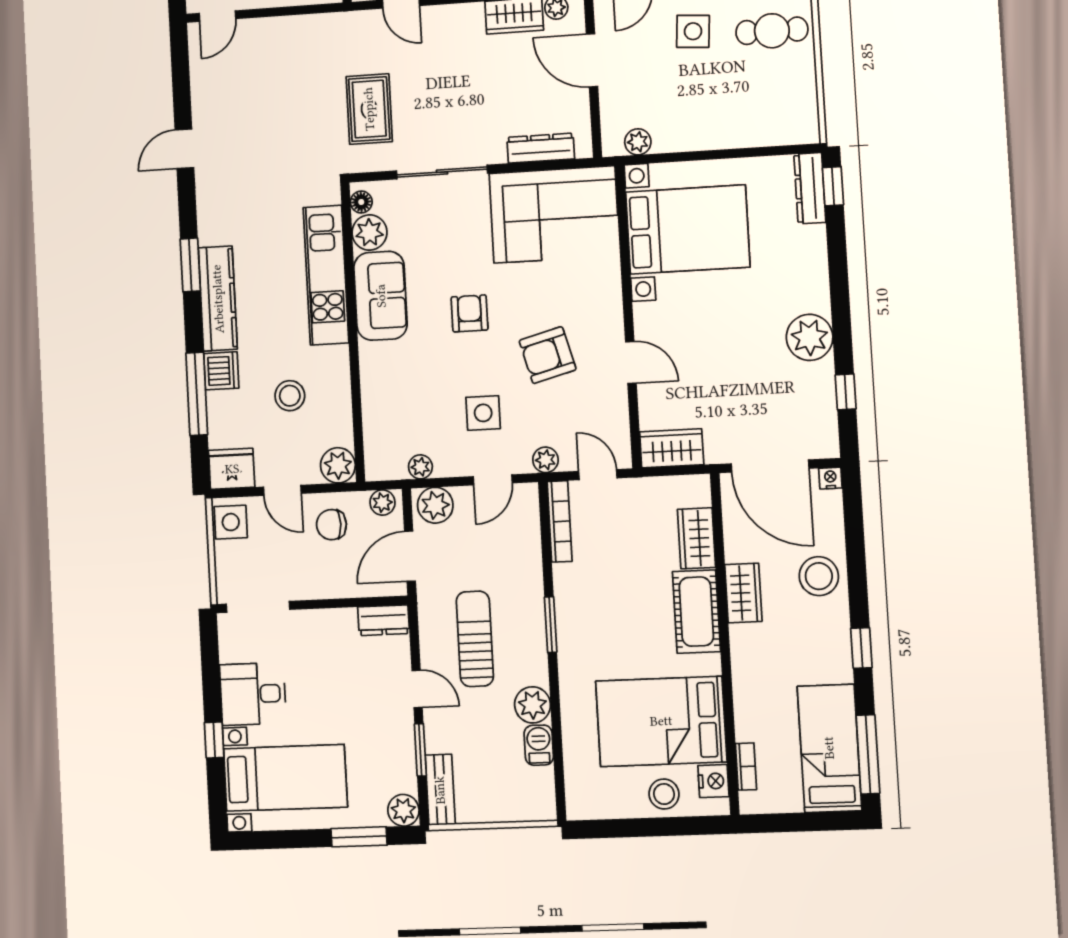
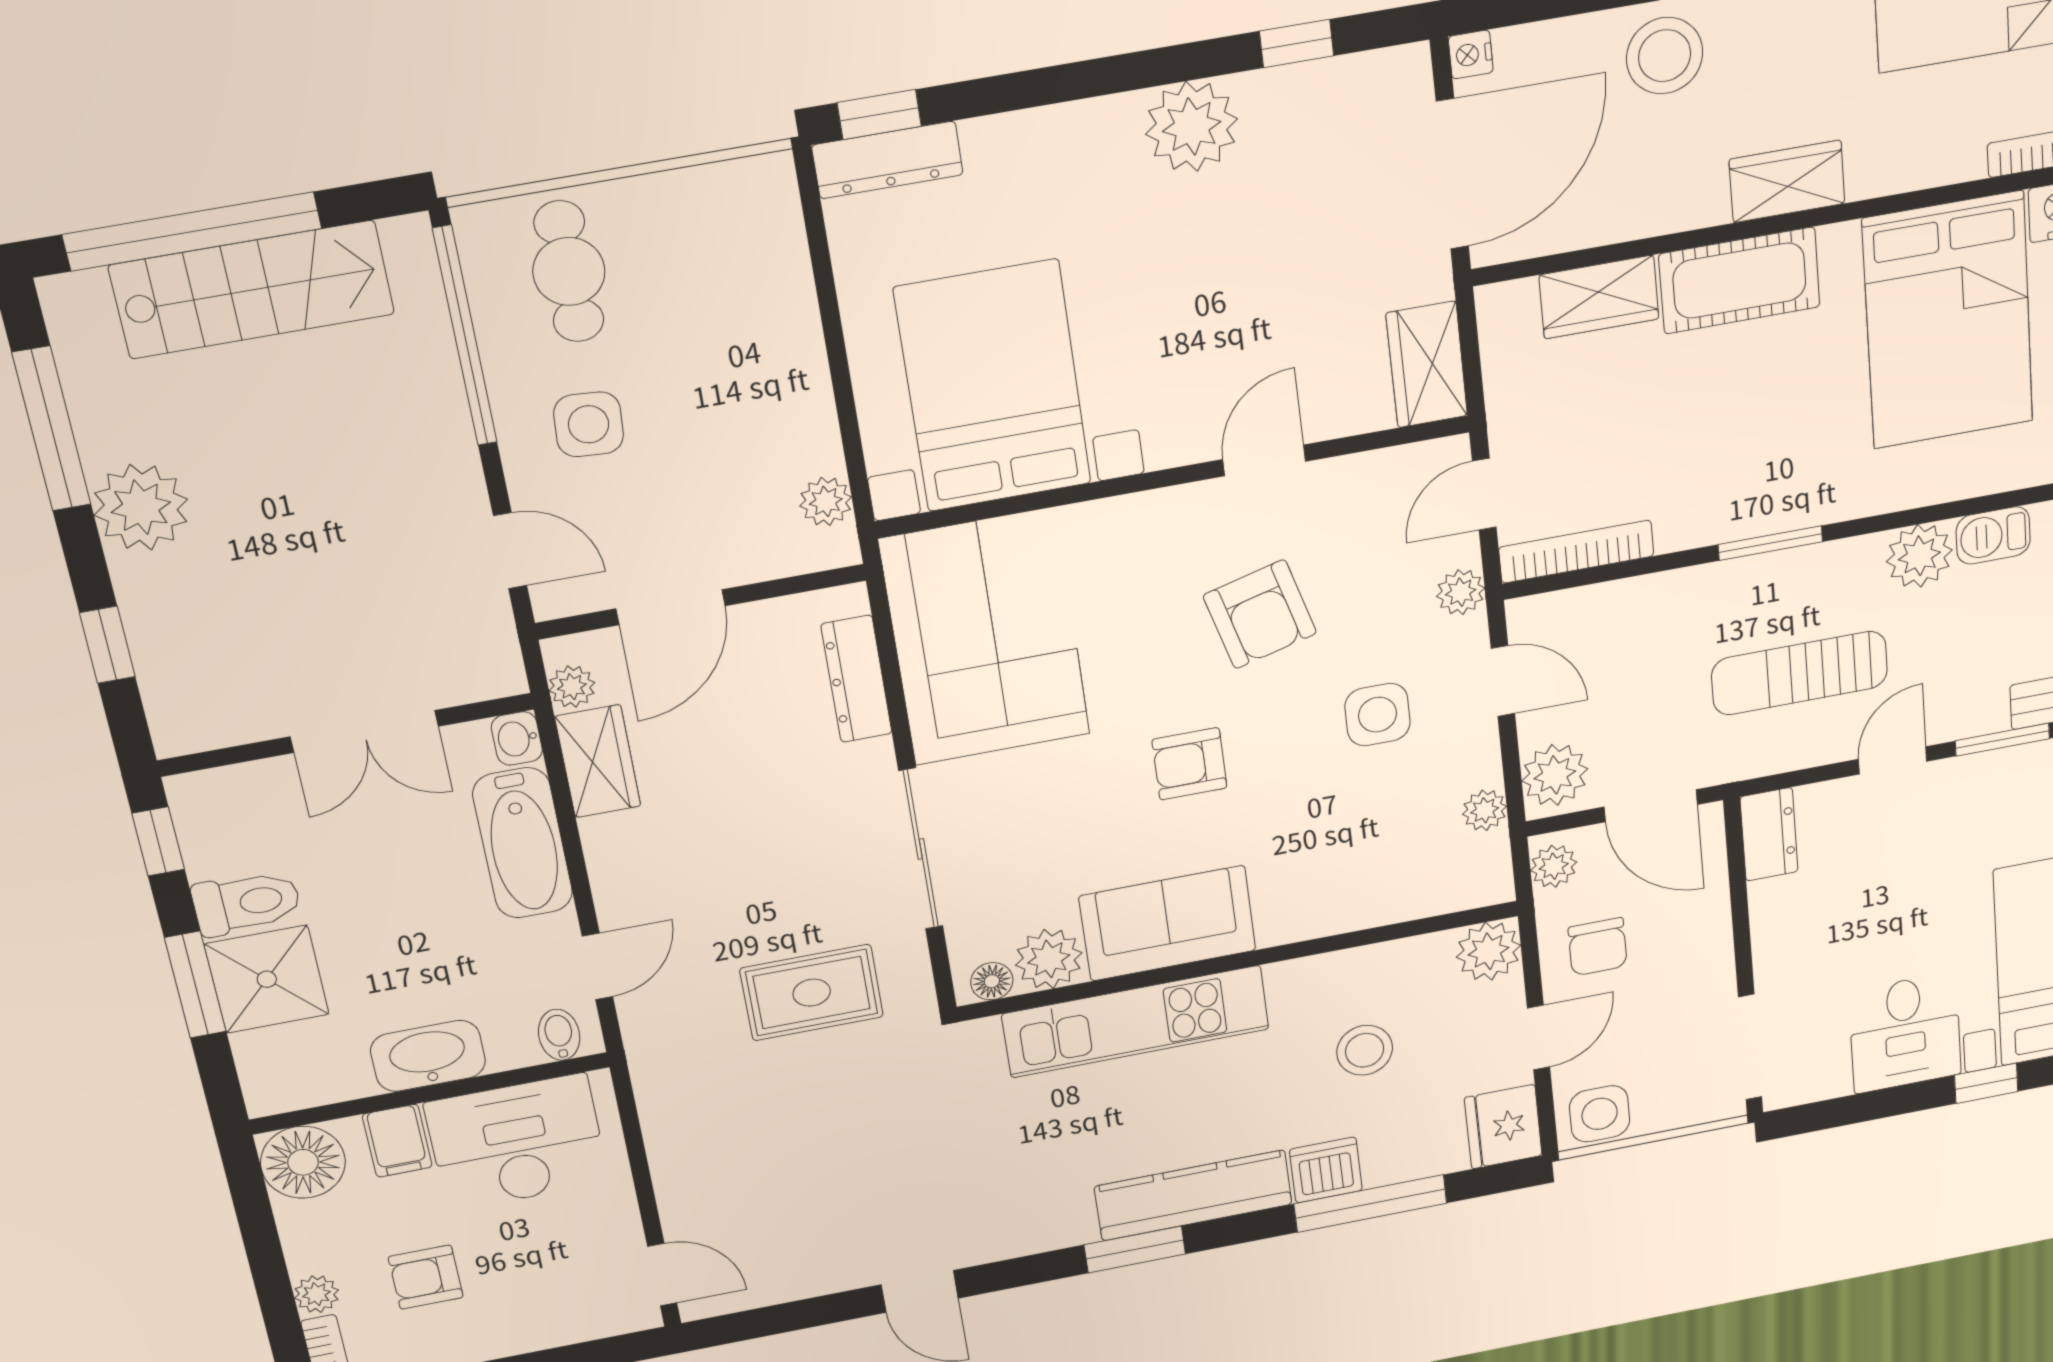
wardrobe: (743, 593) -> (1787, 181), moved

